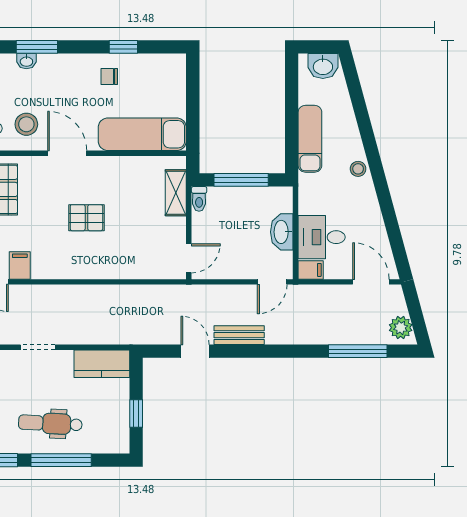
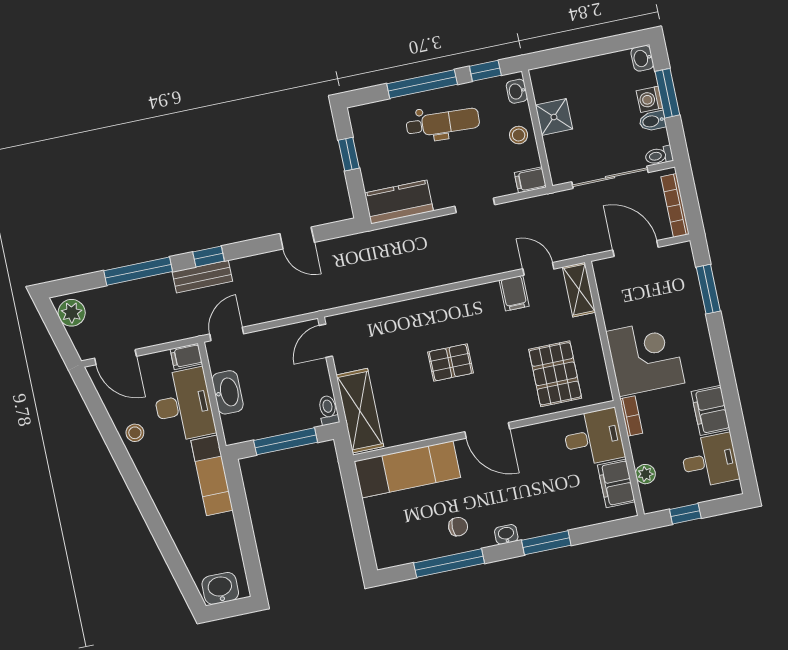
window: (123, 47) -> (449, 563), width x2.17
washbasin: (26, 61) -> (506, 534), moved
stool: (26, 124) -> (540, 453), removed
exam couch: (310, 139) -> (212, 475), moved
stool: (358, 169) -> (135, 433), moved
shelving: (176, 193) -> (360, 411), width x1.50, depth x1.33
desk: (322, 237) -> (183, 405), width x1.37
bench: (239, 335) -> (202, 277), moved
window: (274, 351) -> (209, 256), added
window: (358, 351) -> (138, 271), moved

